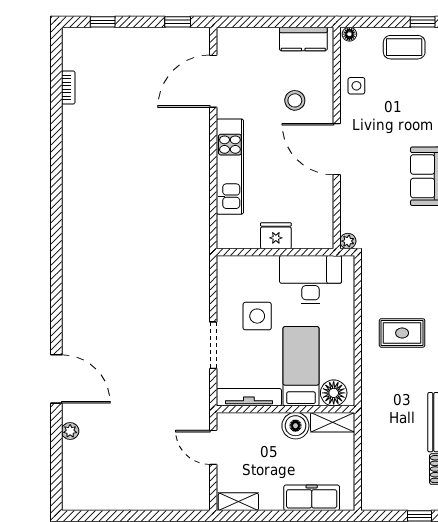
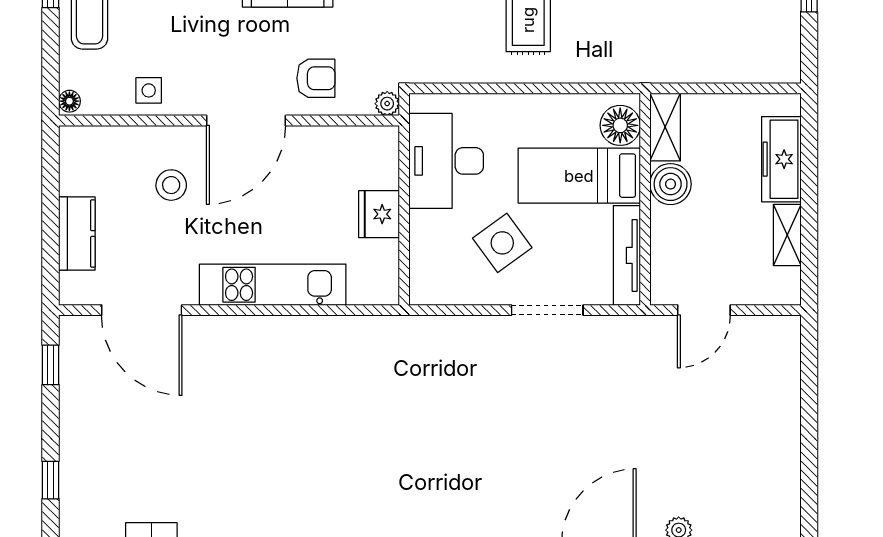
kitchen counter: (303, 39) -> (77, 234), moved
armchair: (364, 195) -> (316, 78), added
side table: (257, 316) -> (502, 243), turned -36
shelving: (238, 502) -> (787, 235), moved

